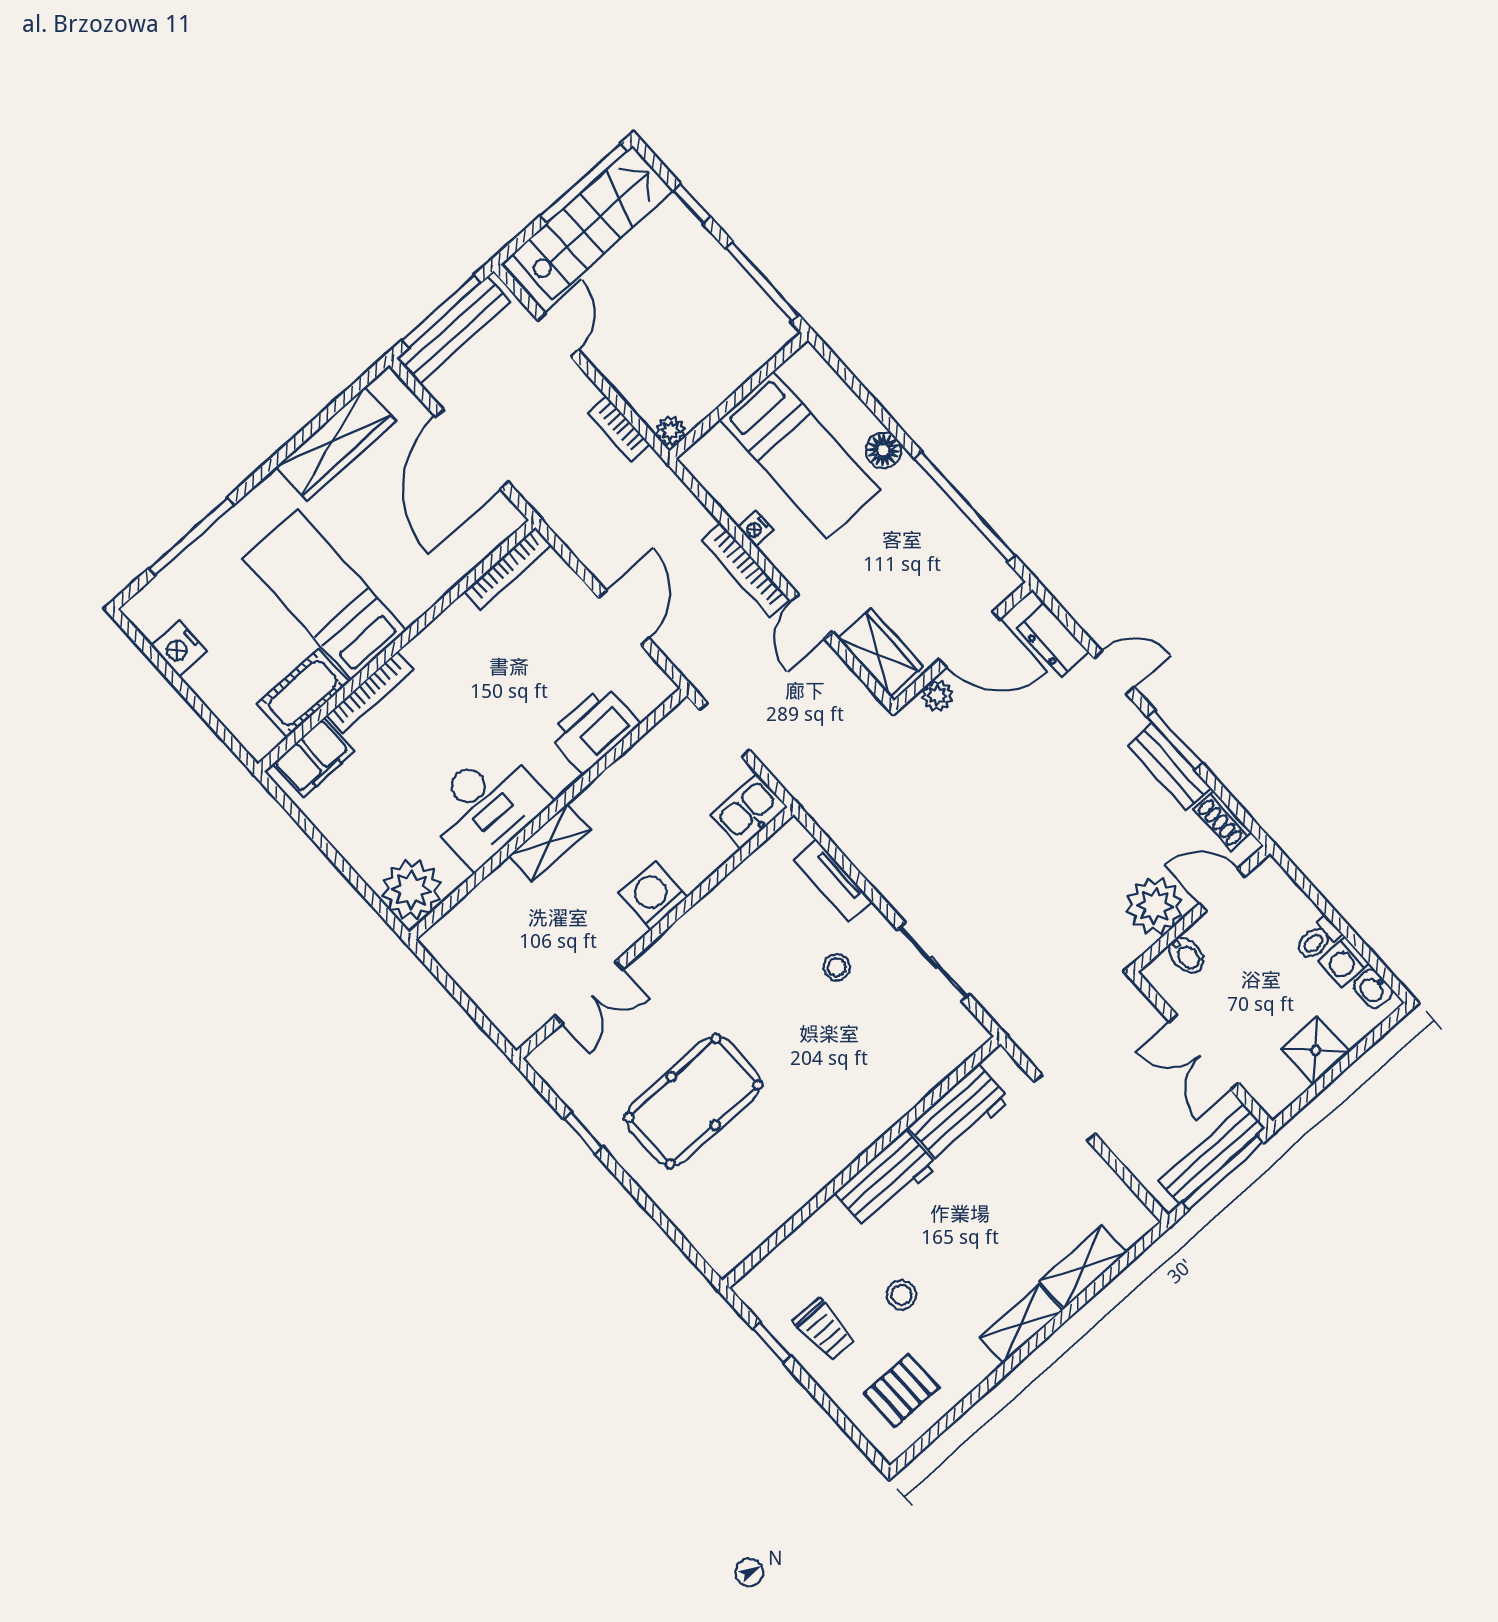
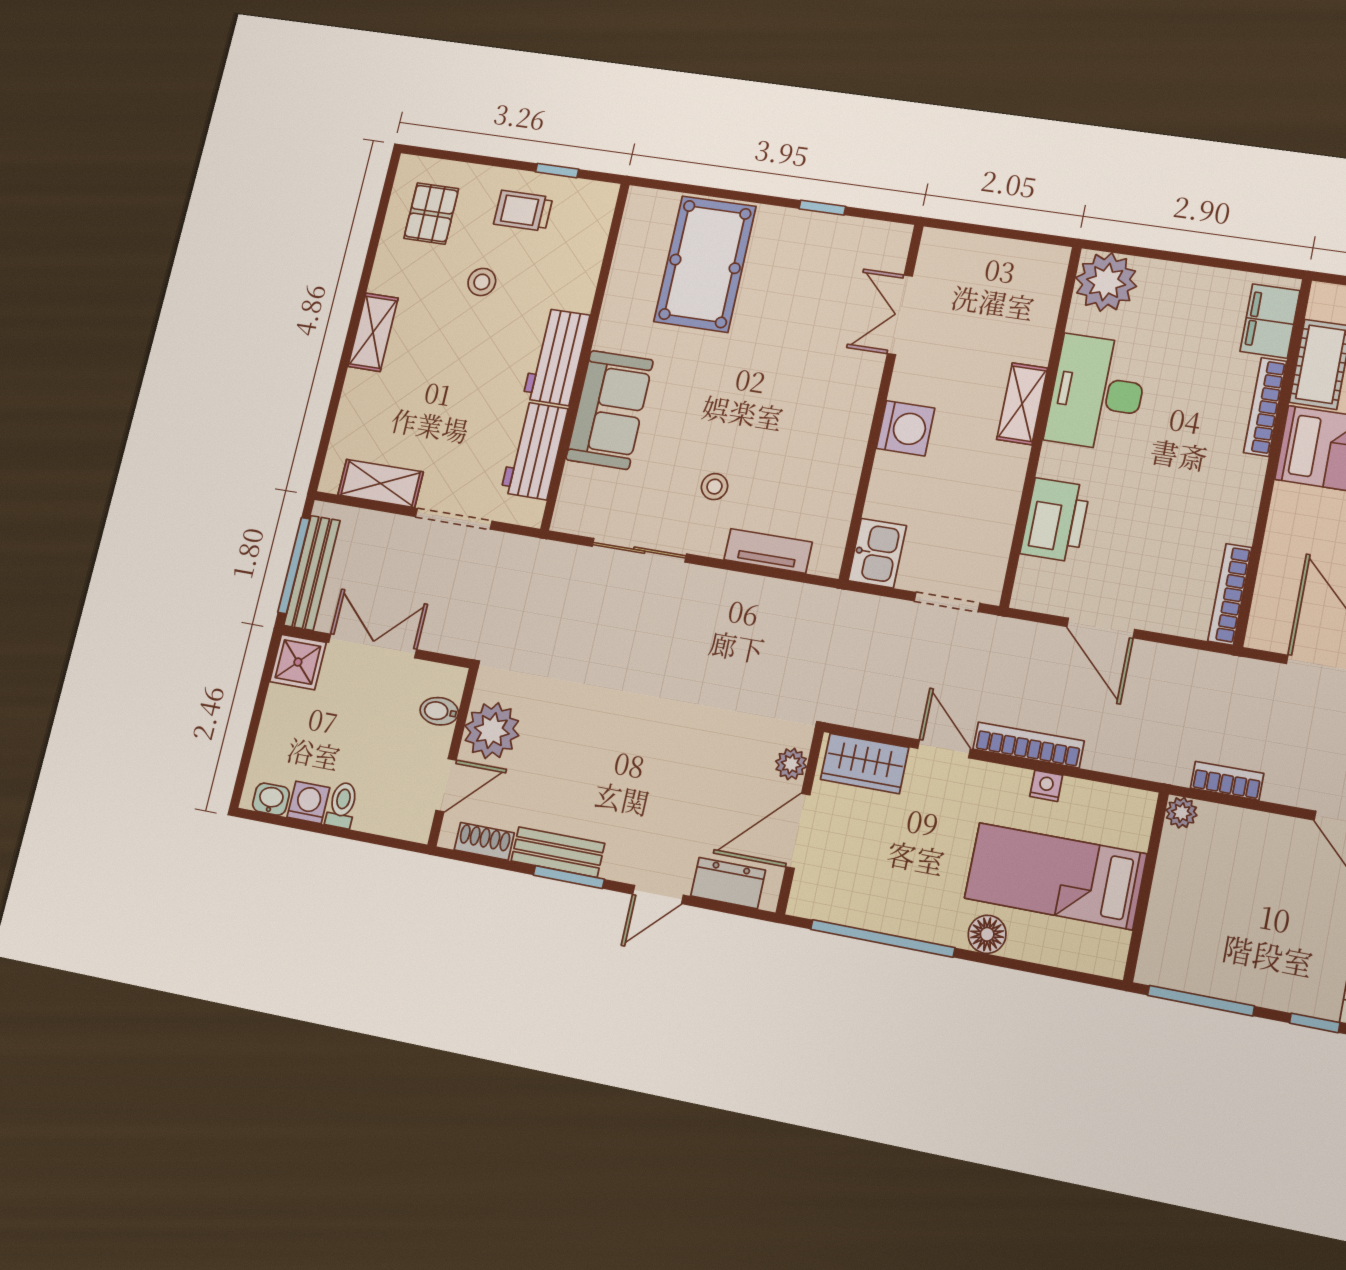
shower: (1315, 1050) -> (298, 662), moved
sofa: (875, 1099) -> (610, 410), added
pool table: (693, 1101) -> (705, 264), moved
shelving: (1083, 1267) -> (381, 483), moved, turned 90

